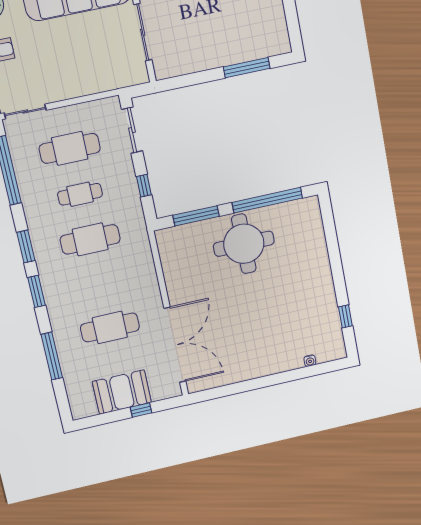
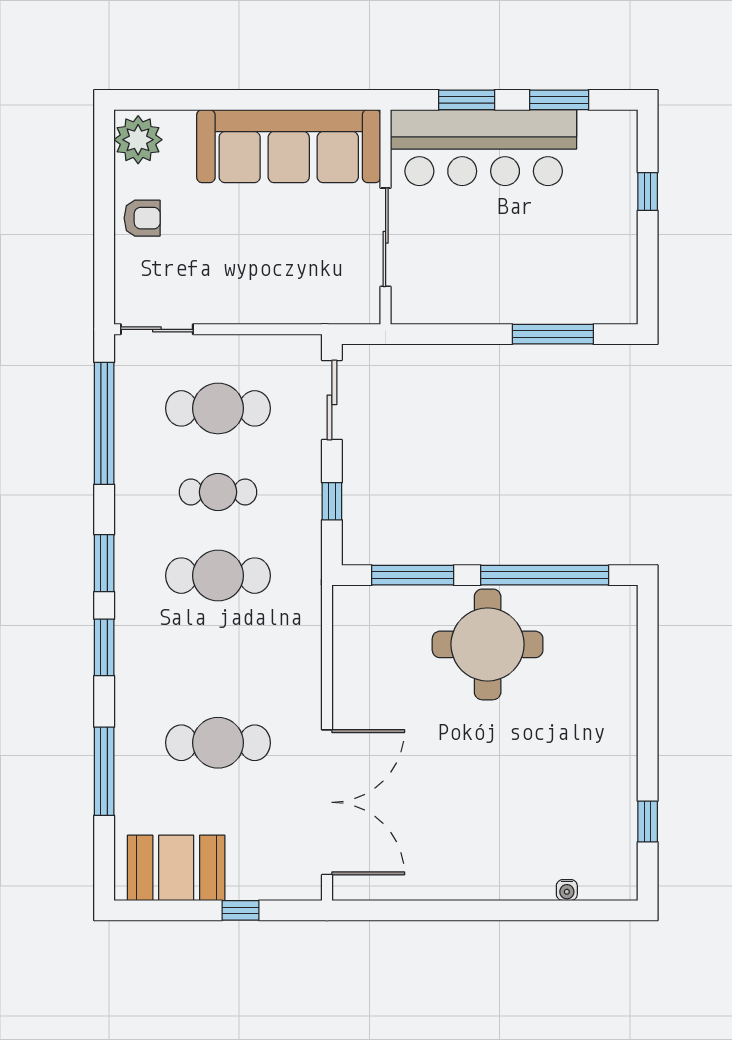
booth: (122, 392) -> (176, 868), moved

